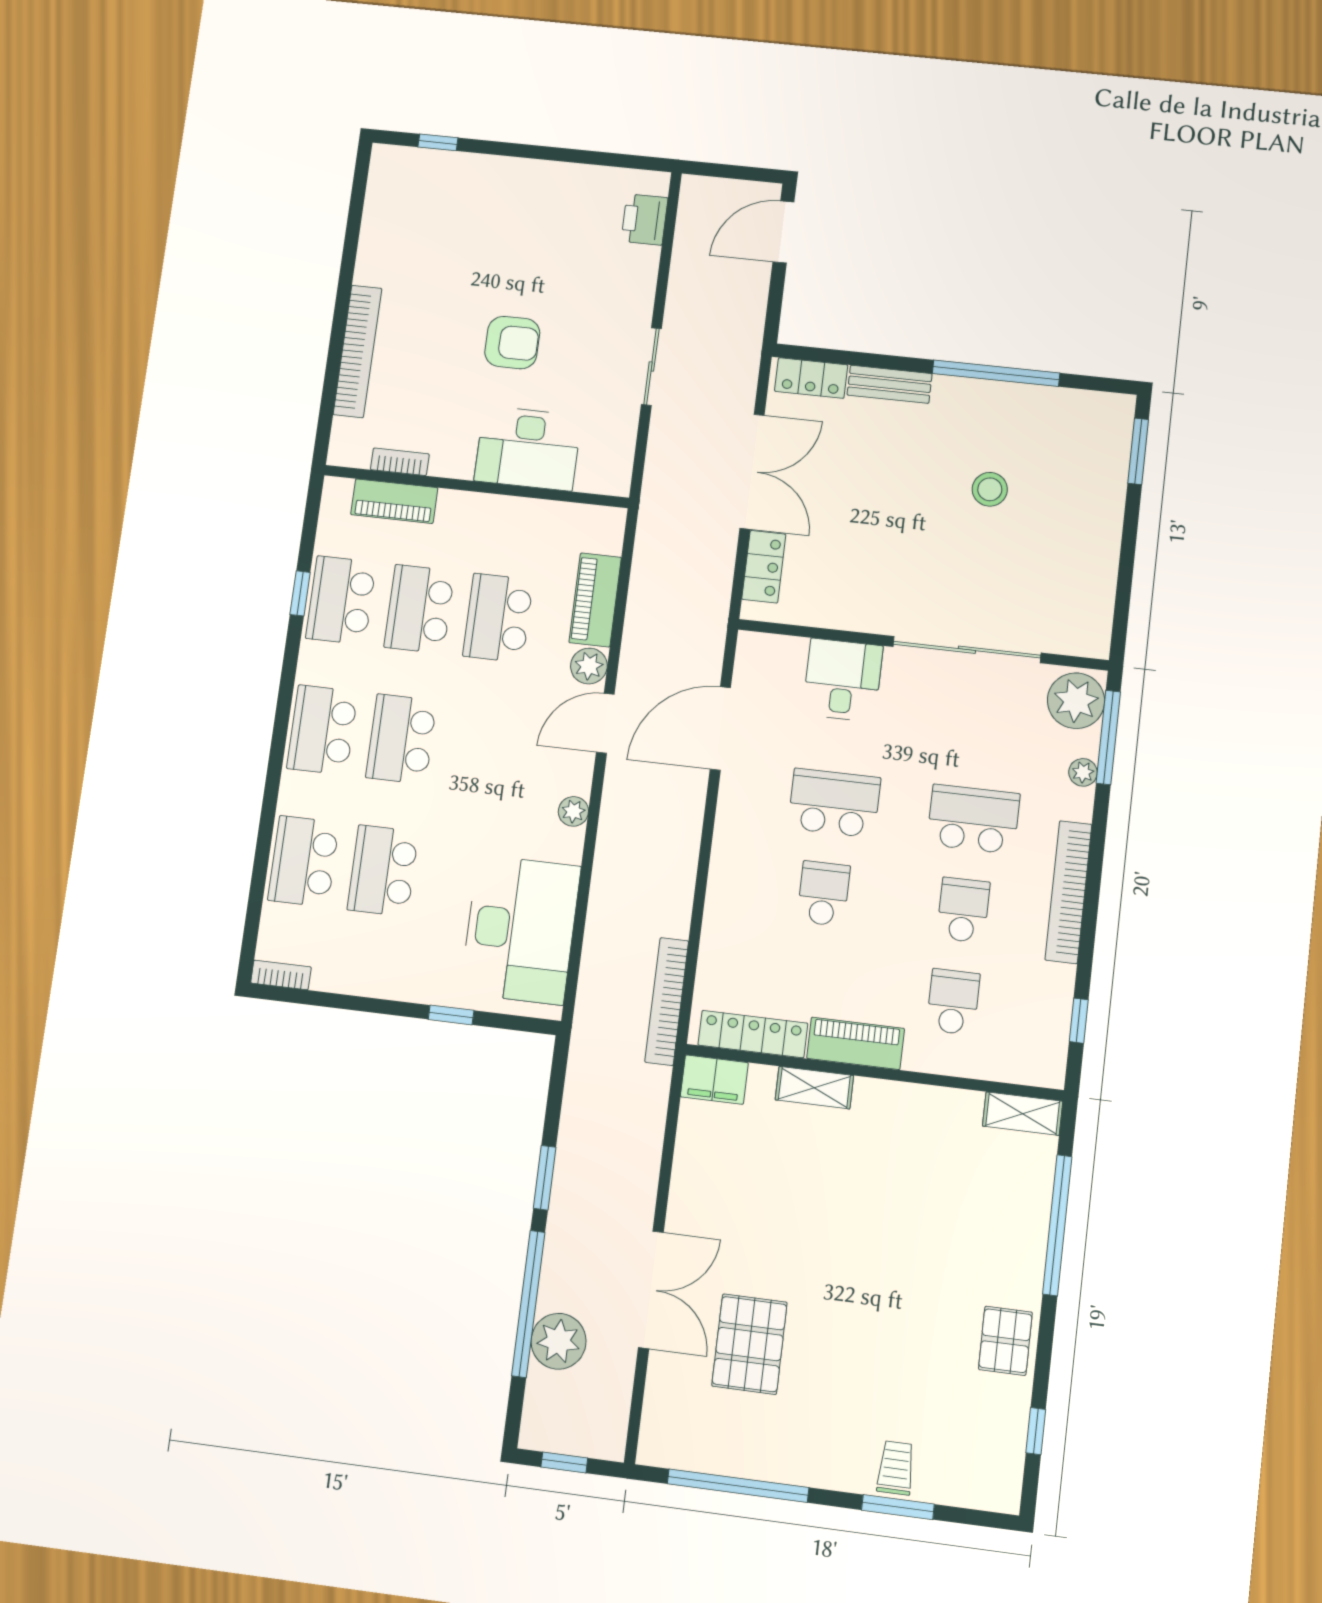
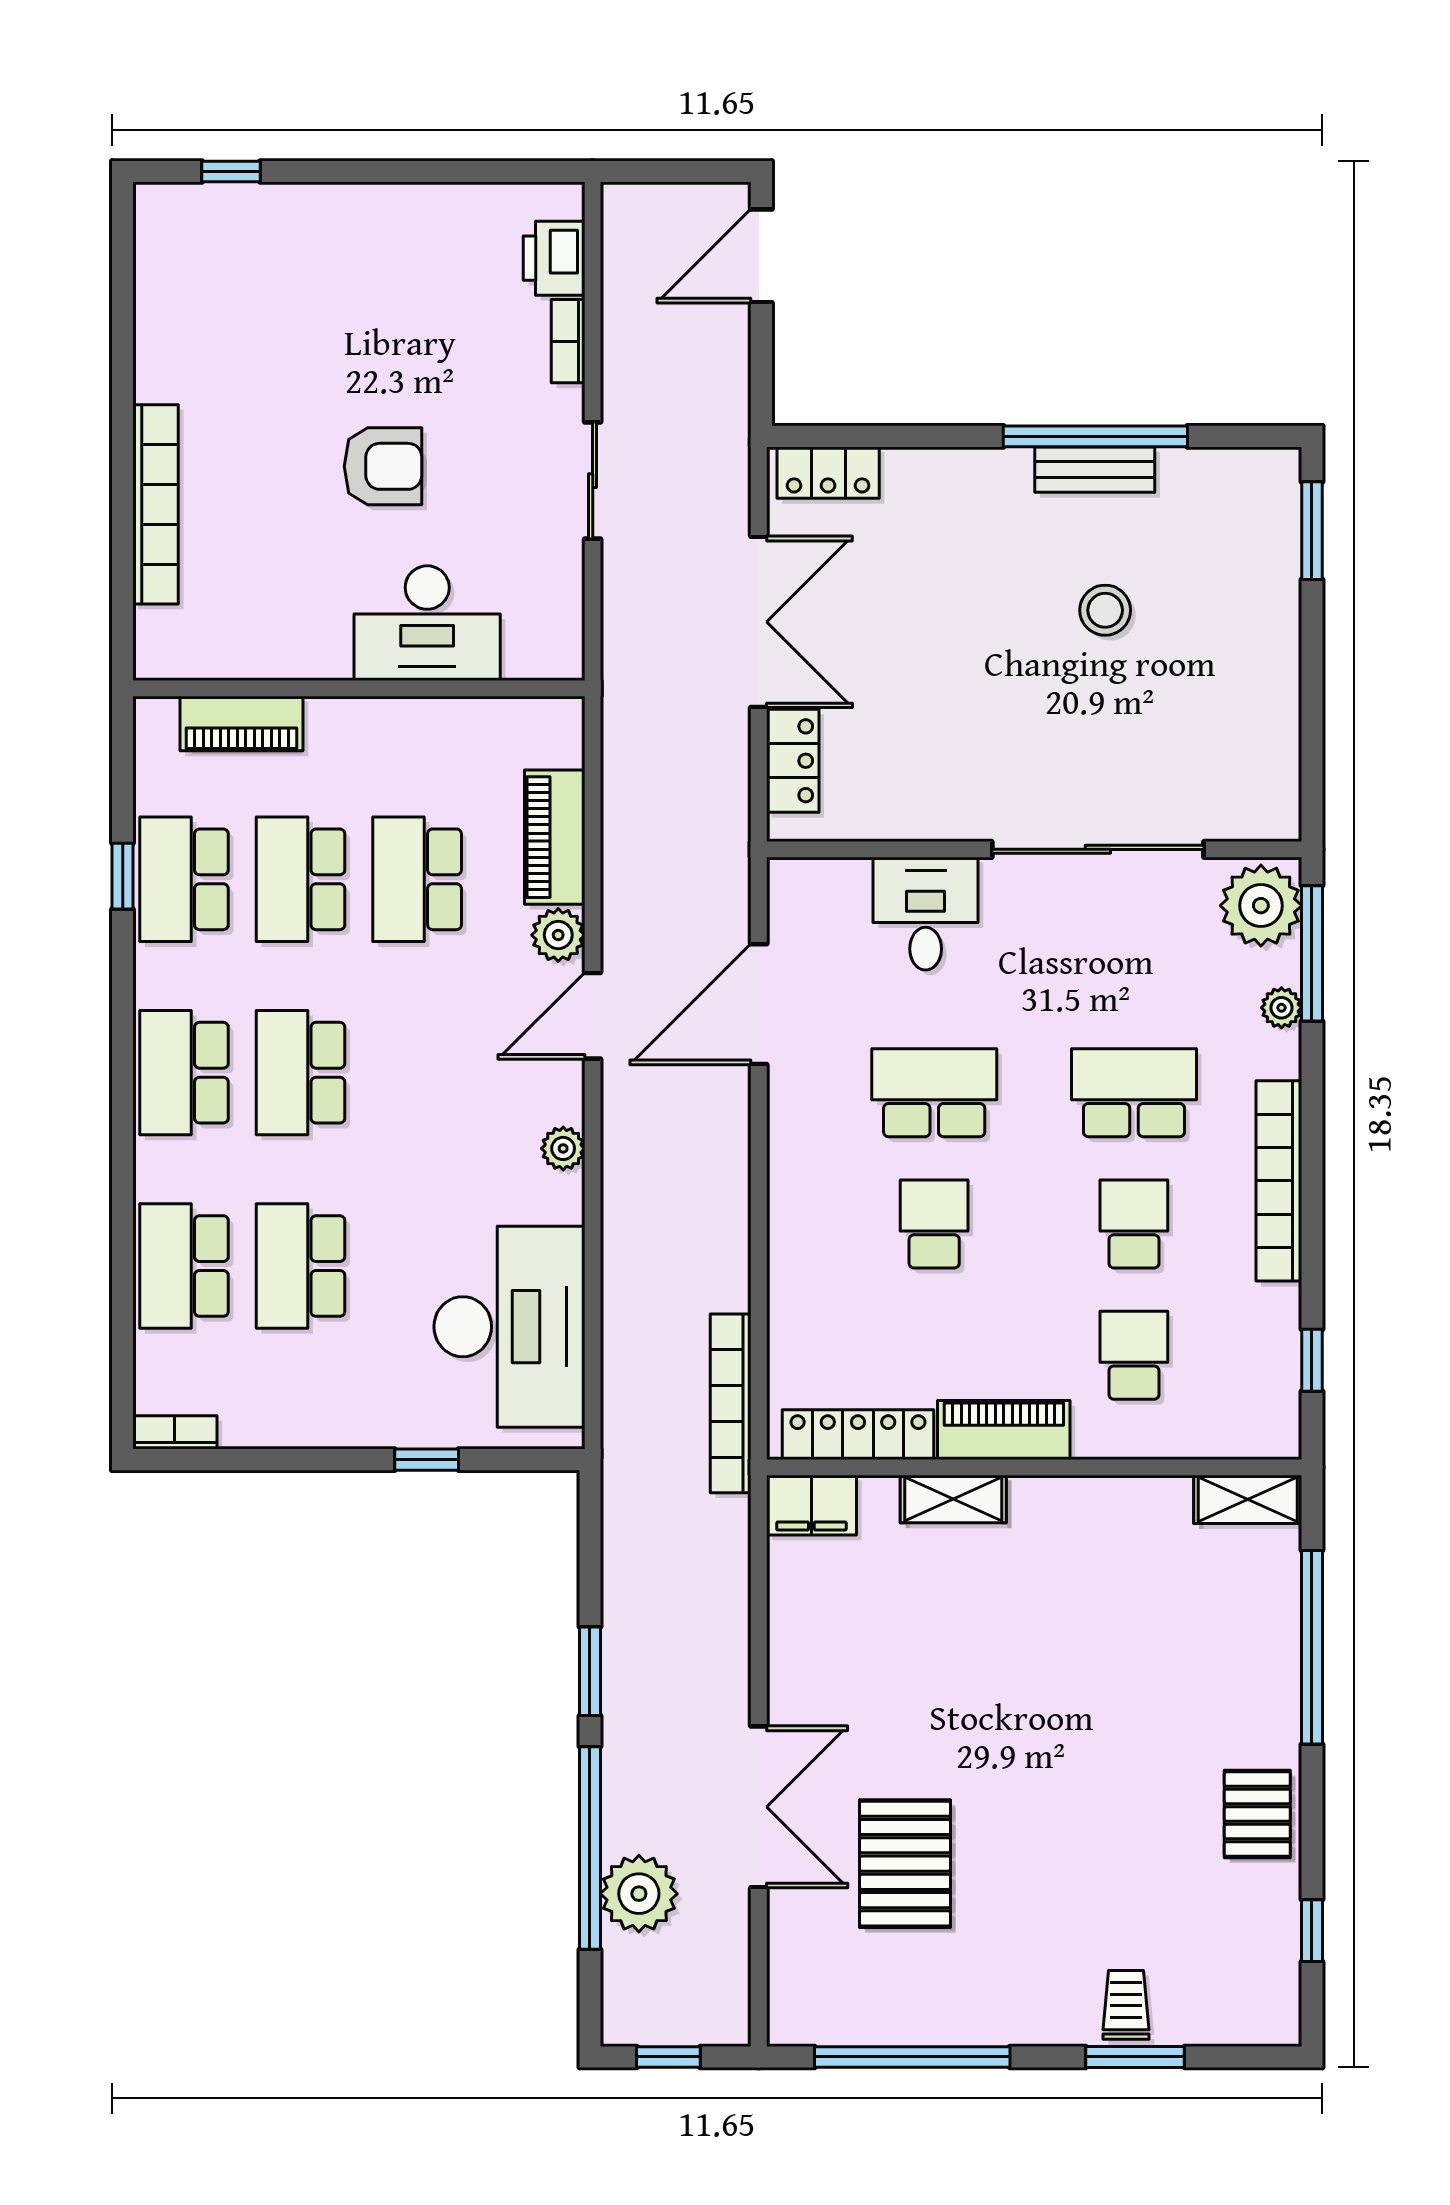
bench: (890, 384) -> (1095, 470), moved
bookcase: (400, 462) -> (568, 341), moved, turned -90

